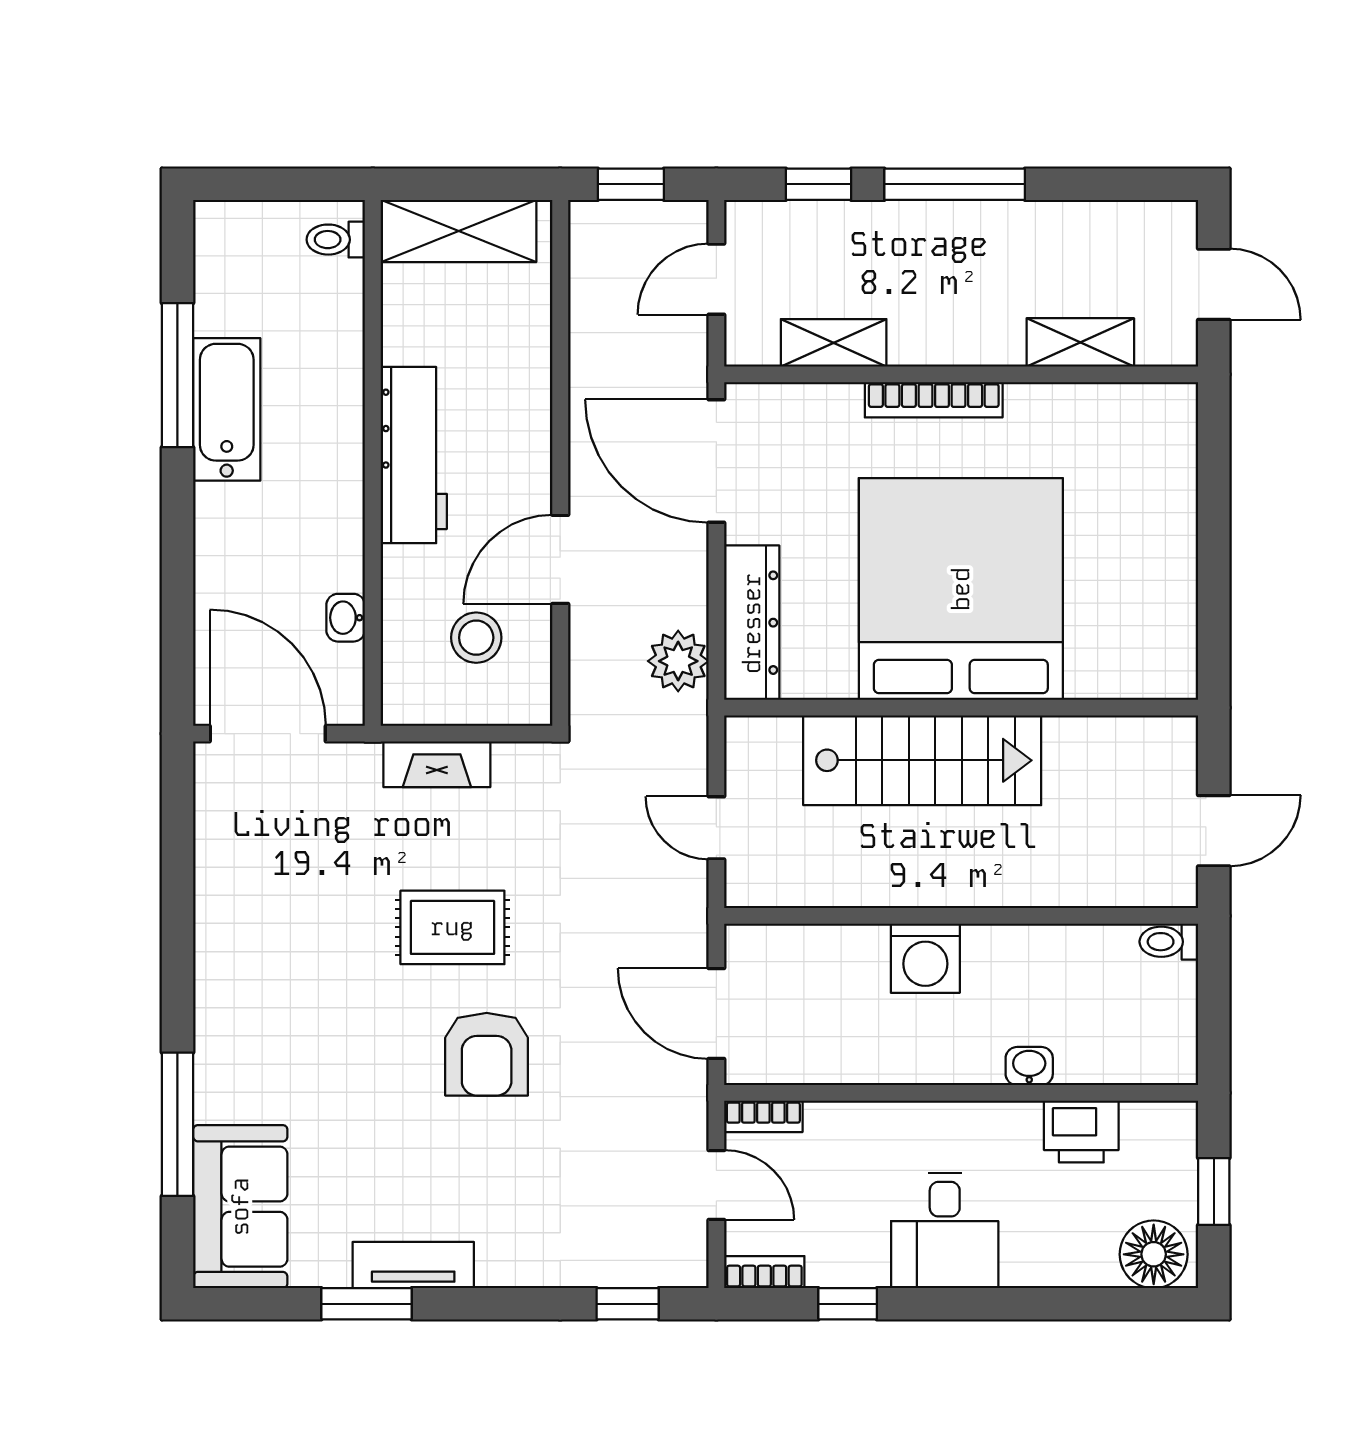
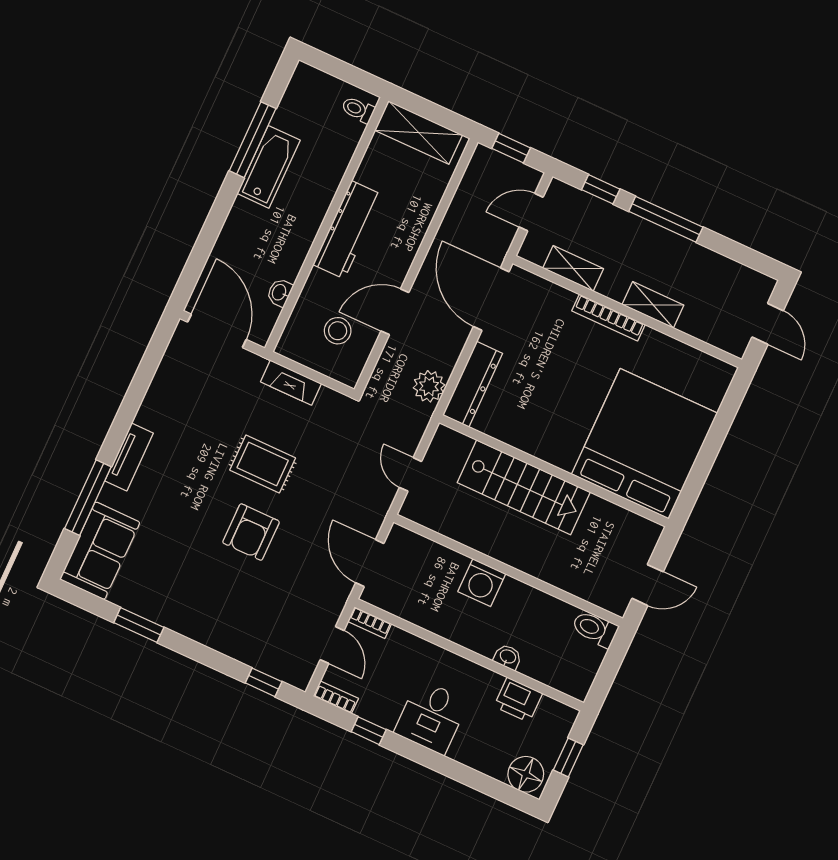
shelving: (1080, 342) -> (653, 305), moved
bed: (961, 589) -> (645, 444), moved
toilet: (1169, 942) -> (595, 629), width x1.37, depth x1.39
tv unit: (413, 1265) -> (129, 457), moved, turned 90

